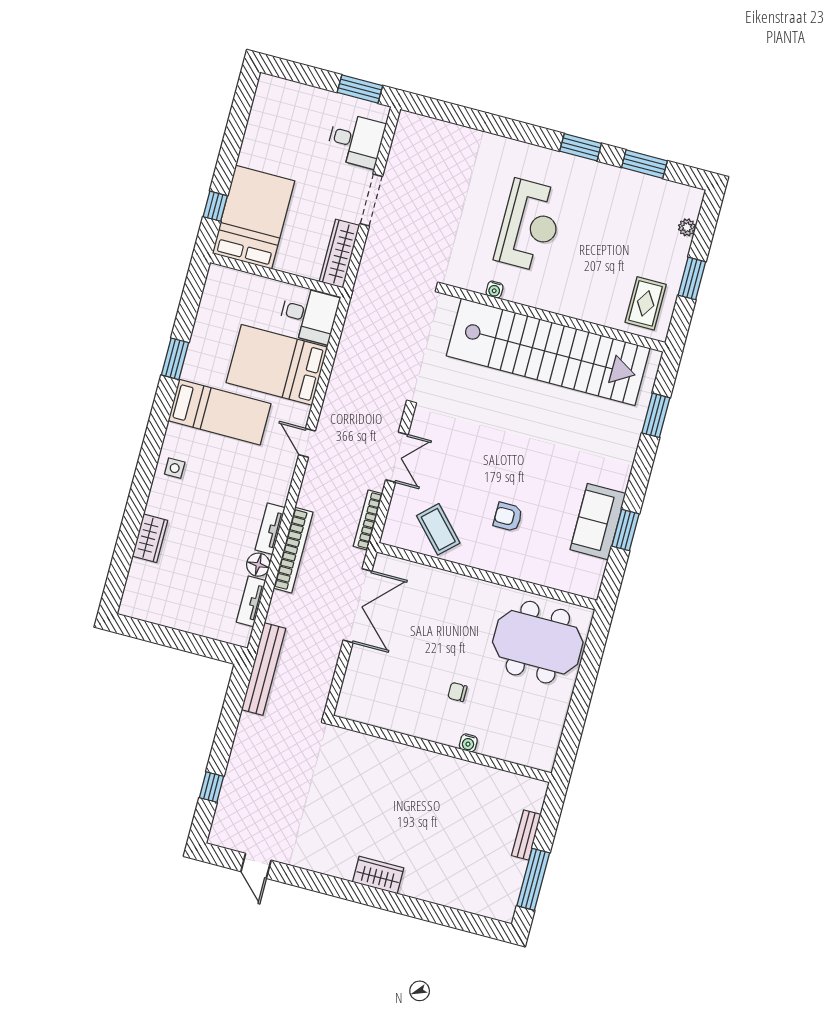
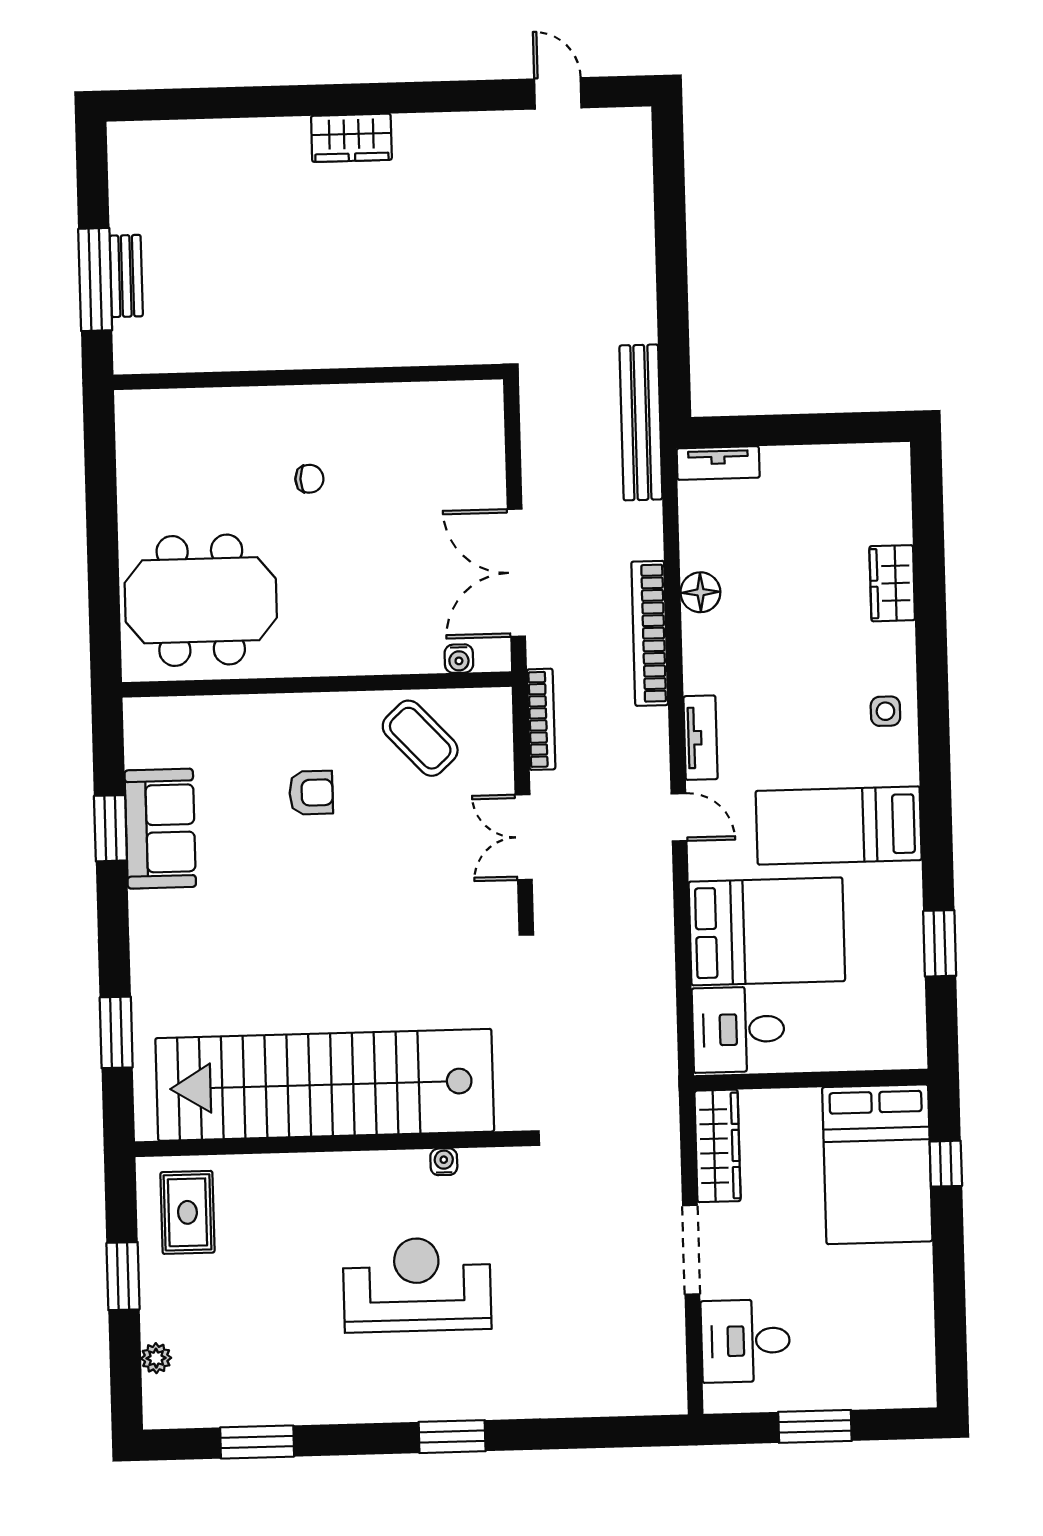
window: (360, 89) -> (815, 1426), moved
window: (581, 147) -> (452, 1437), moved
reception desk: (530, 225) -> (417, 1285), turned 90
window: (175, 359) -> (940, 943), moved
tv unit: (270, 529) -> (701, 738), moved
tv unit: (251, 601) -> (718, 463), moved, turned 90
water cooler: (468, 743) -> (459, 659), moved, turned 180
window: (211, 787) -> (670, 202), removed
window: (533, 879) -> (95, 280), moved

